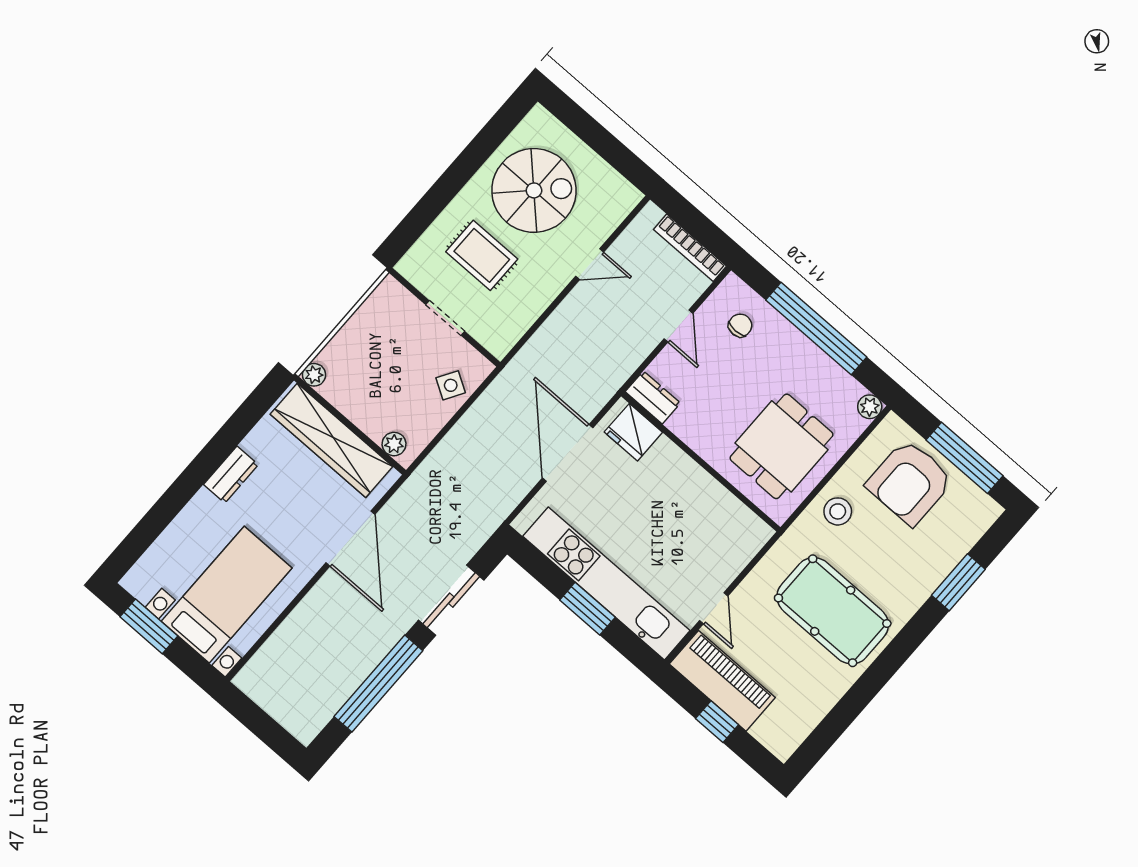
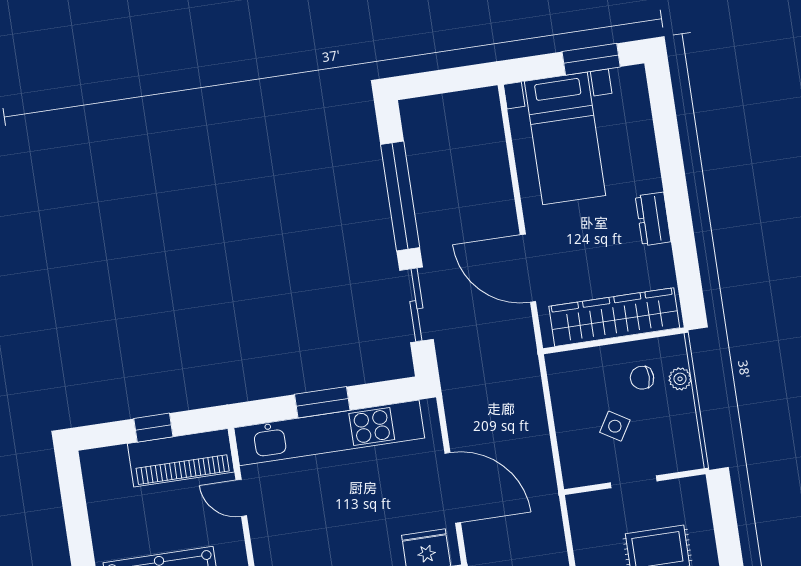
plant: (314, 375) -> (680, 379), moved
chair: (360, 380) -> (642, 378), added
side table: (451, 385) -> (615, 426), moved
plant: (394, 444) -> (571, 362), removed

